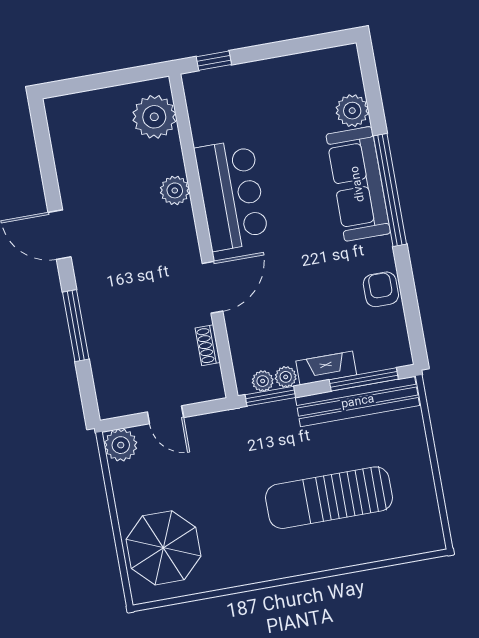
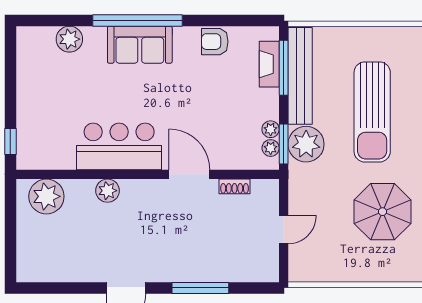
sofa: (358, 184) -> (140, 45), width x0.73
fireplace: (326, 368) -> (269, 64), moved
plant: (121, 445) -> (306, 144), moved, width x1.36, depth x1.36
parasol: (163, 548) -> (383, 212), moved

